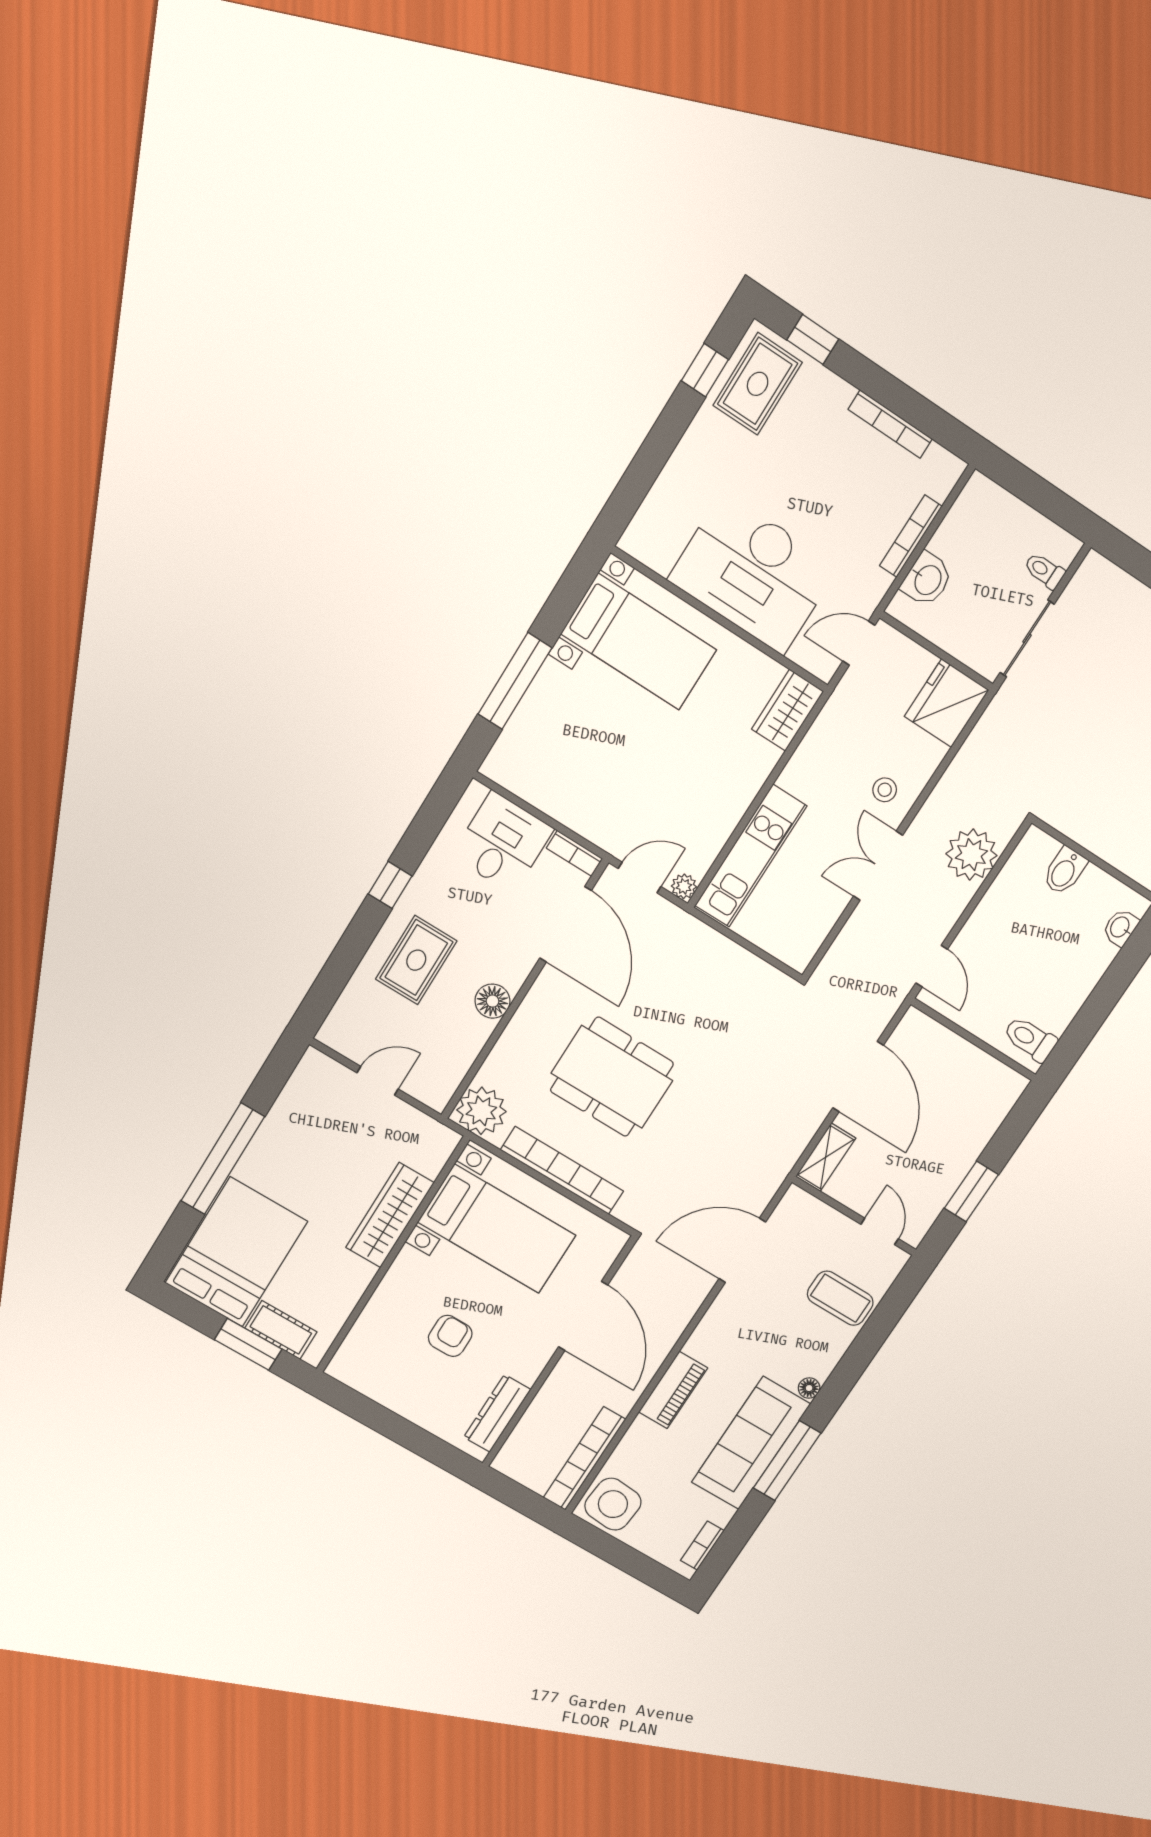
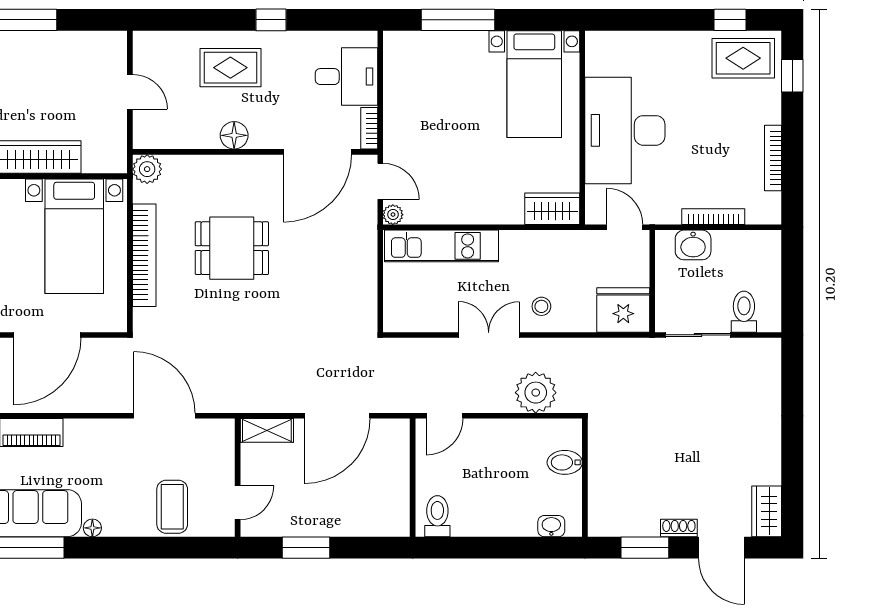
toilet: (1044, 571) -> (744, 312), width x1.37, depth x1.39
dining table: (612, 1077) -> (232, 248), width x0.73
plant: (481, 1111) -> (147, 169), width x0.73, depth x0.73

